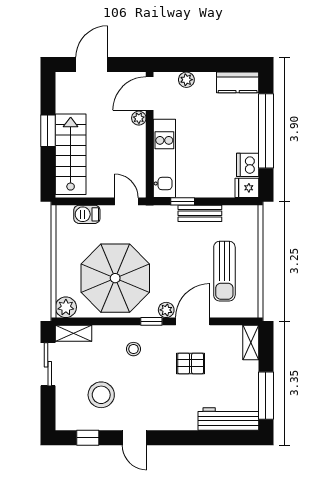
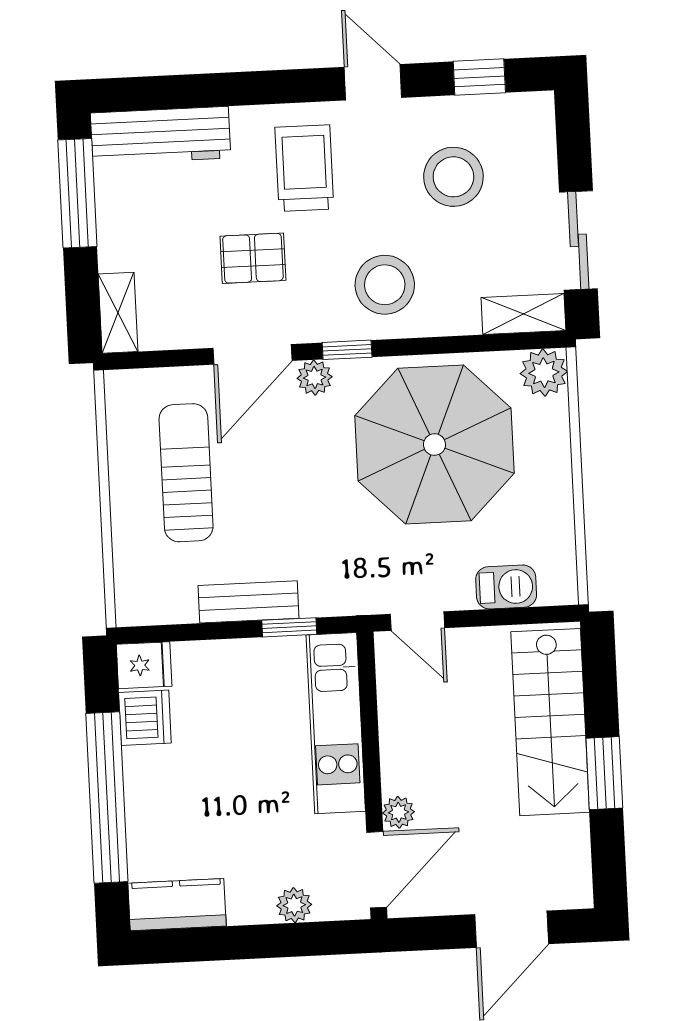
stool: (134, 349) -> (385, 285), width x1.89, depth x1.89
trolley: (166, 402) -> (304, 168), added

